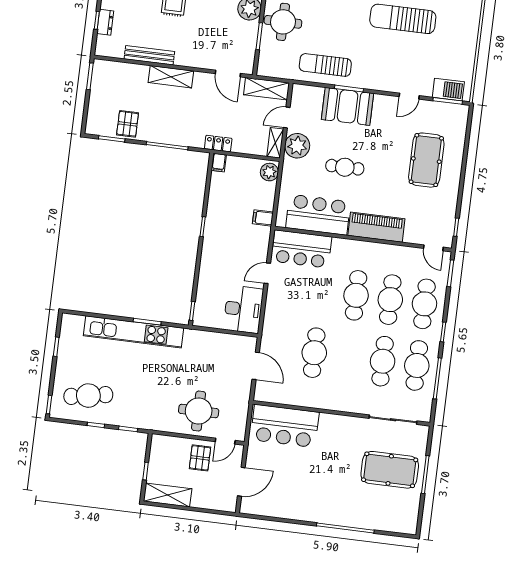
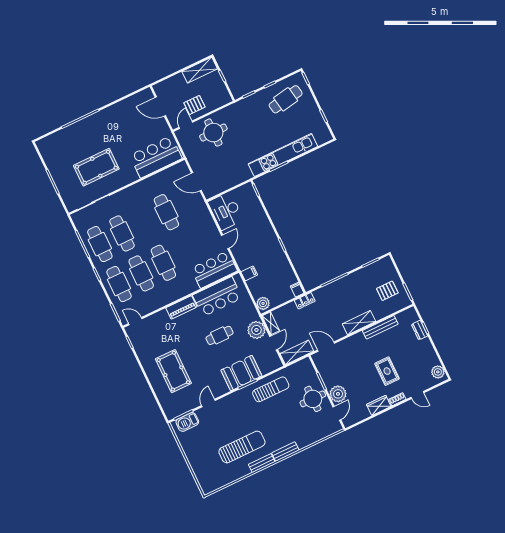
pallet: (128, 124) -> (387, 291), moved, turned 90
piano: (376, 227) -> (181, 307), width x0.73, depth x0.75
pallet: (200, 458) -> (194, 105), turned 90
pool table: (390, 470) -> (96, 167), moved
door: (241, 482) -> (160, 106), hinge flipped

